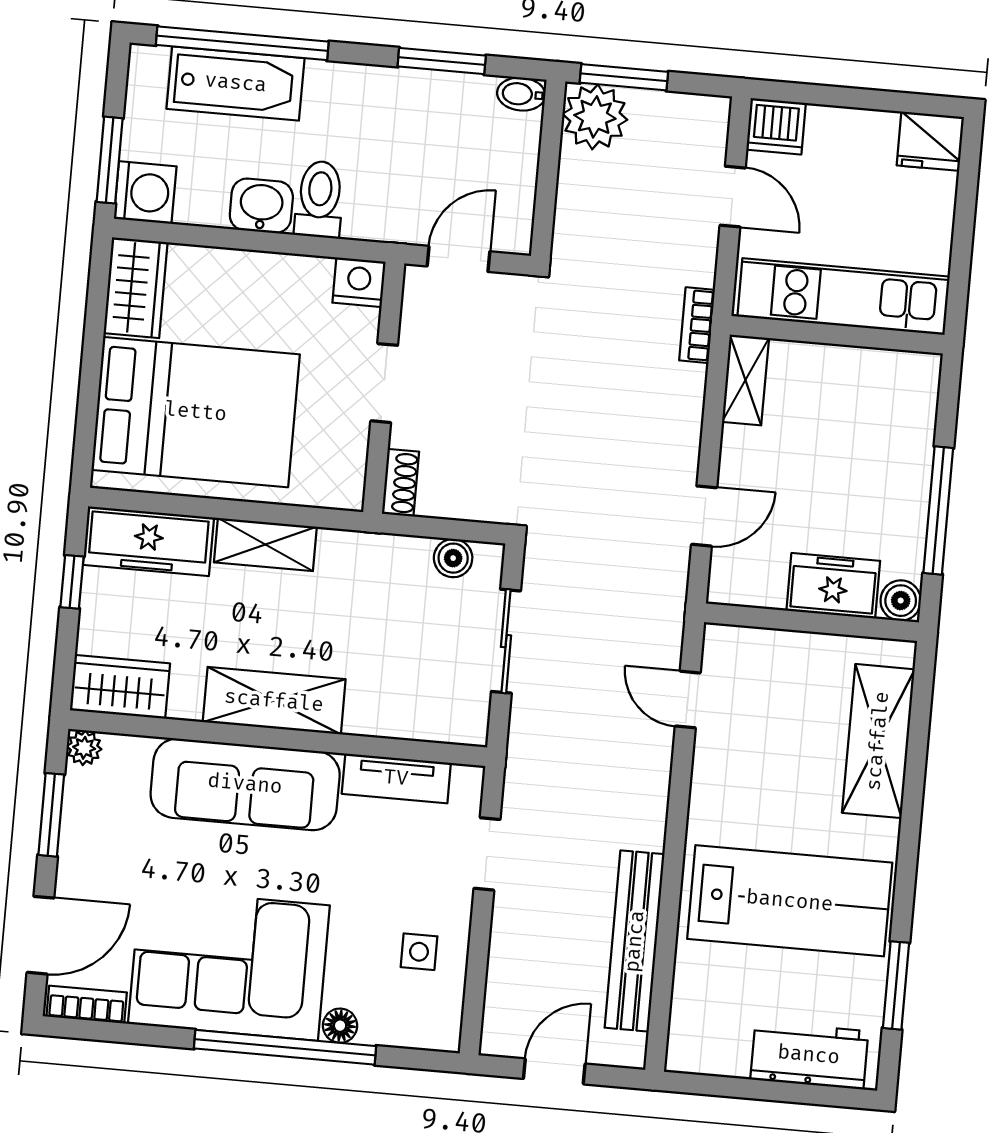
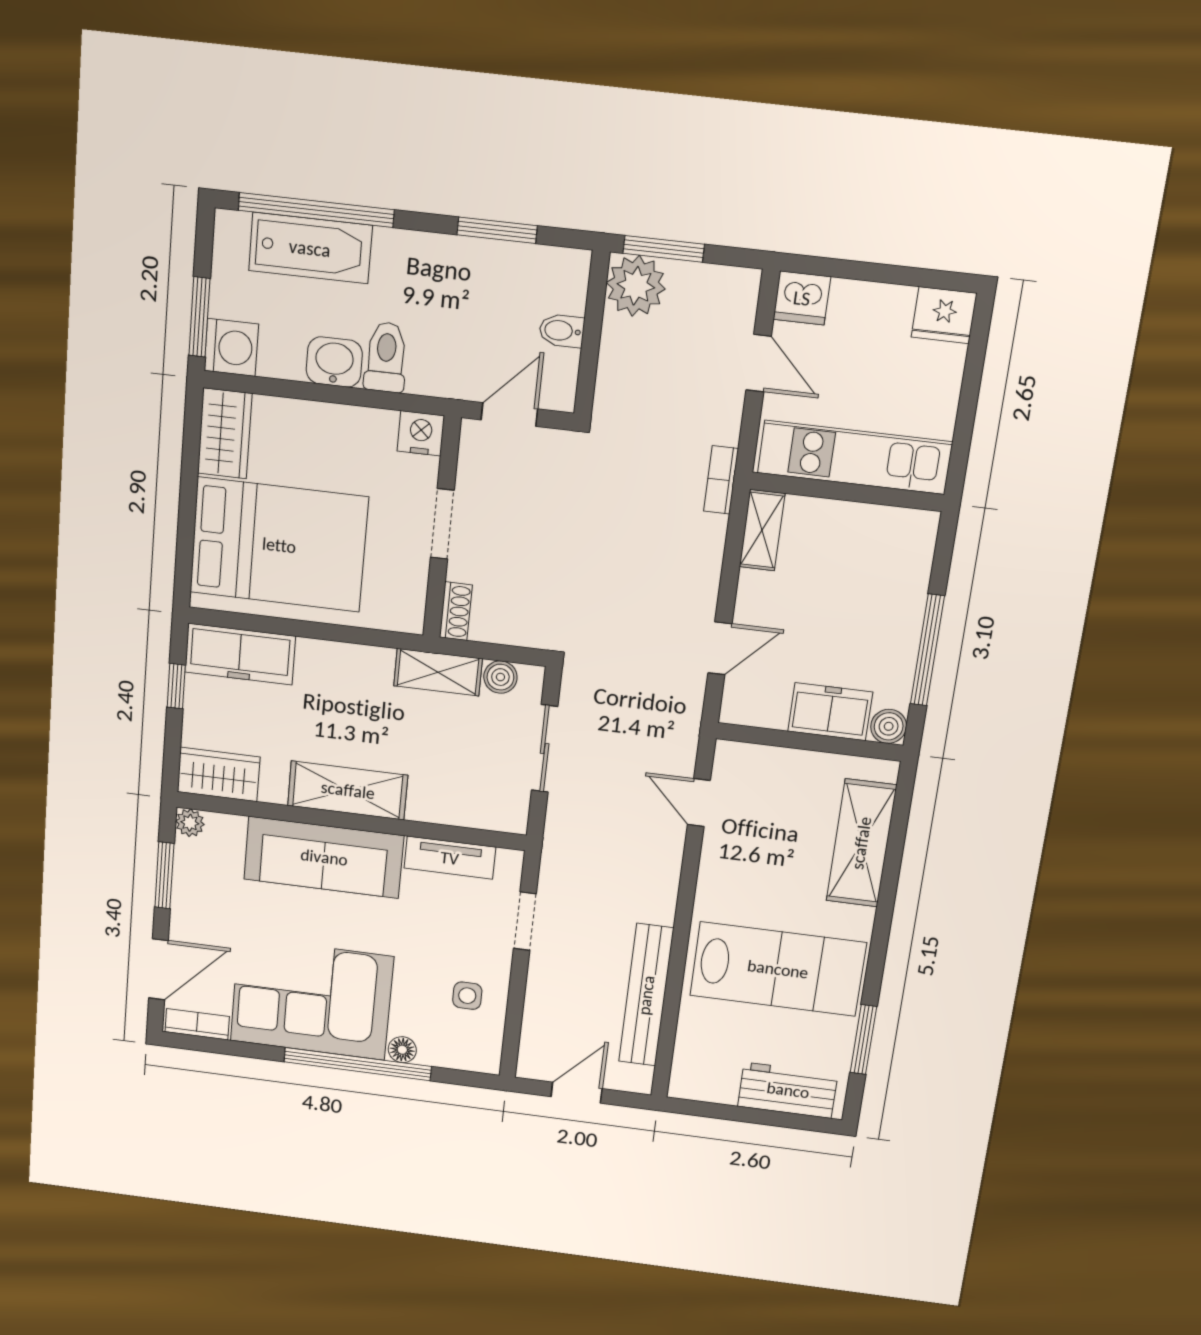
bidet: (521, 94) -> (562, 331), moved
shelving: (265, 545) -> (438, 672), moved

